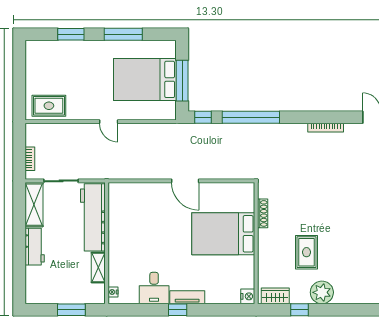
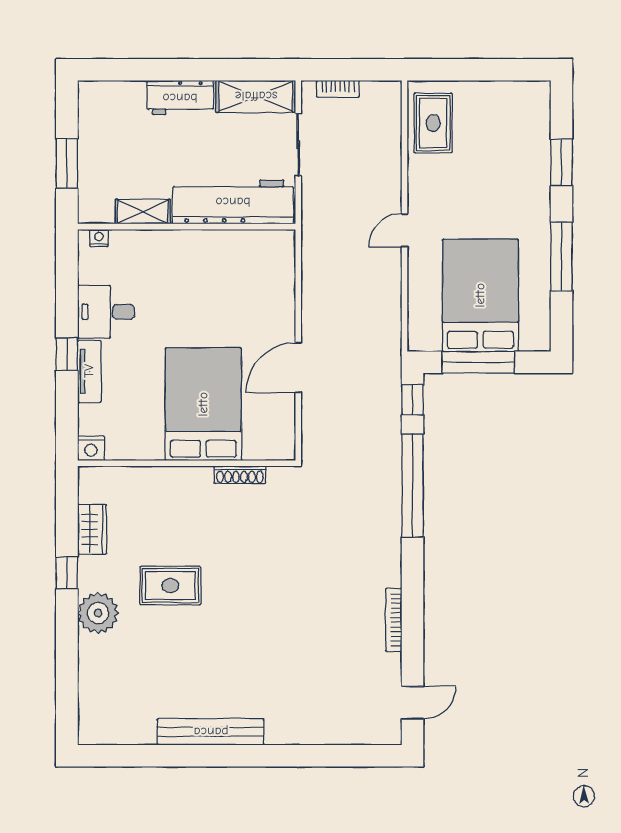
shoe rack: (263, 213) -> (240, 475), moved
bed: (223, 234) -> (203, 404), moved
wall: (256, 243) -> (187, 463), moved
nightstand: (248, 296) -> (91, 448), moved

